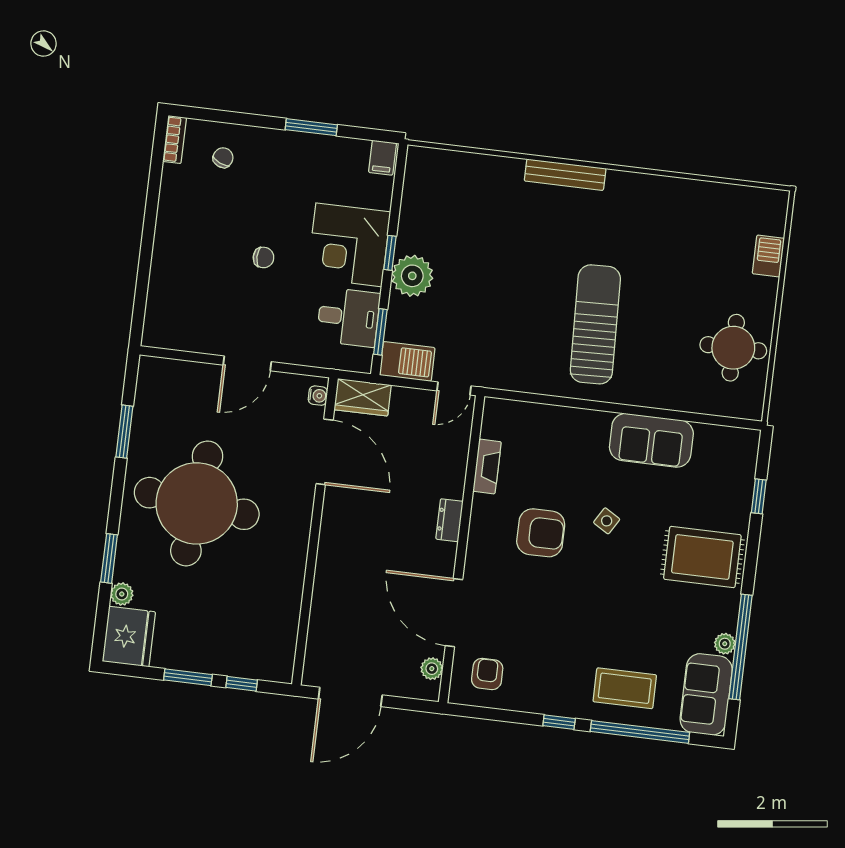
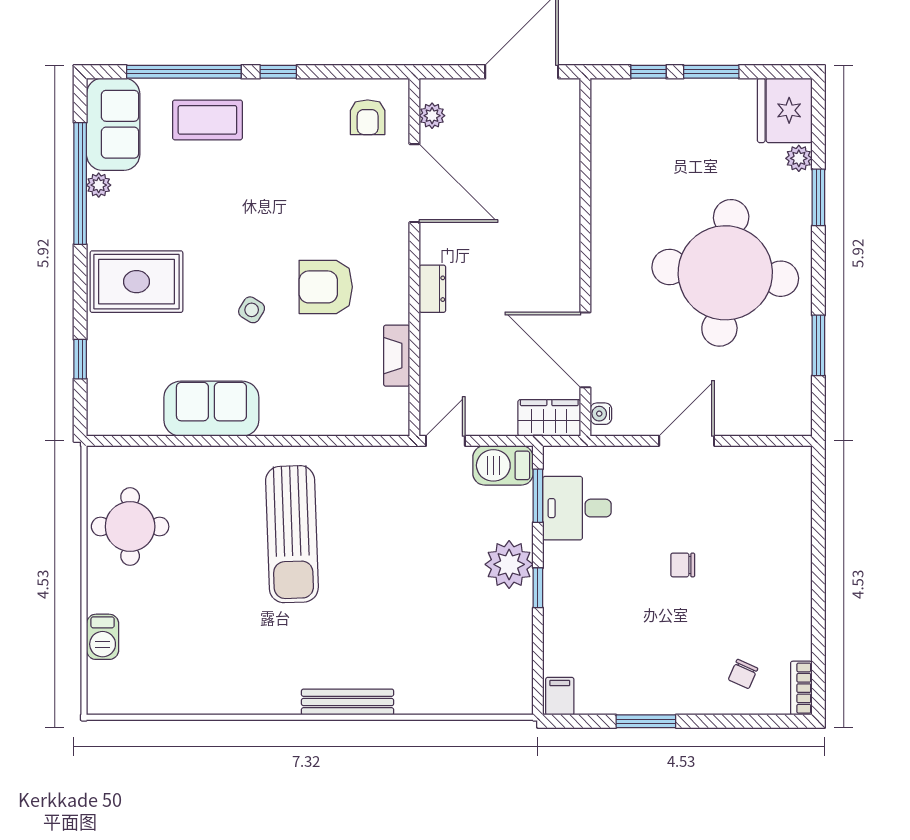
corner desk: (349, 245) -> (586, 591), removed

